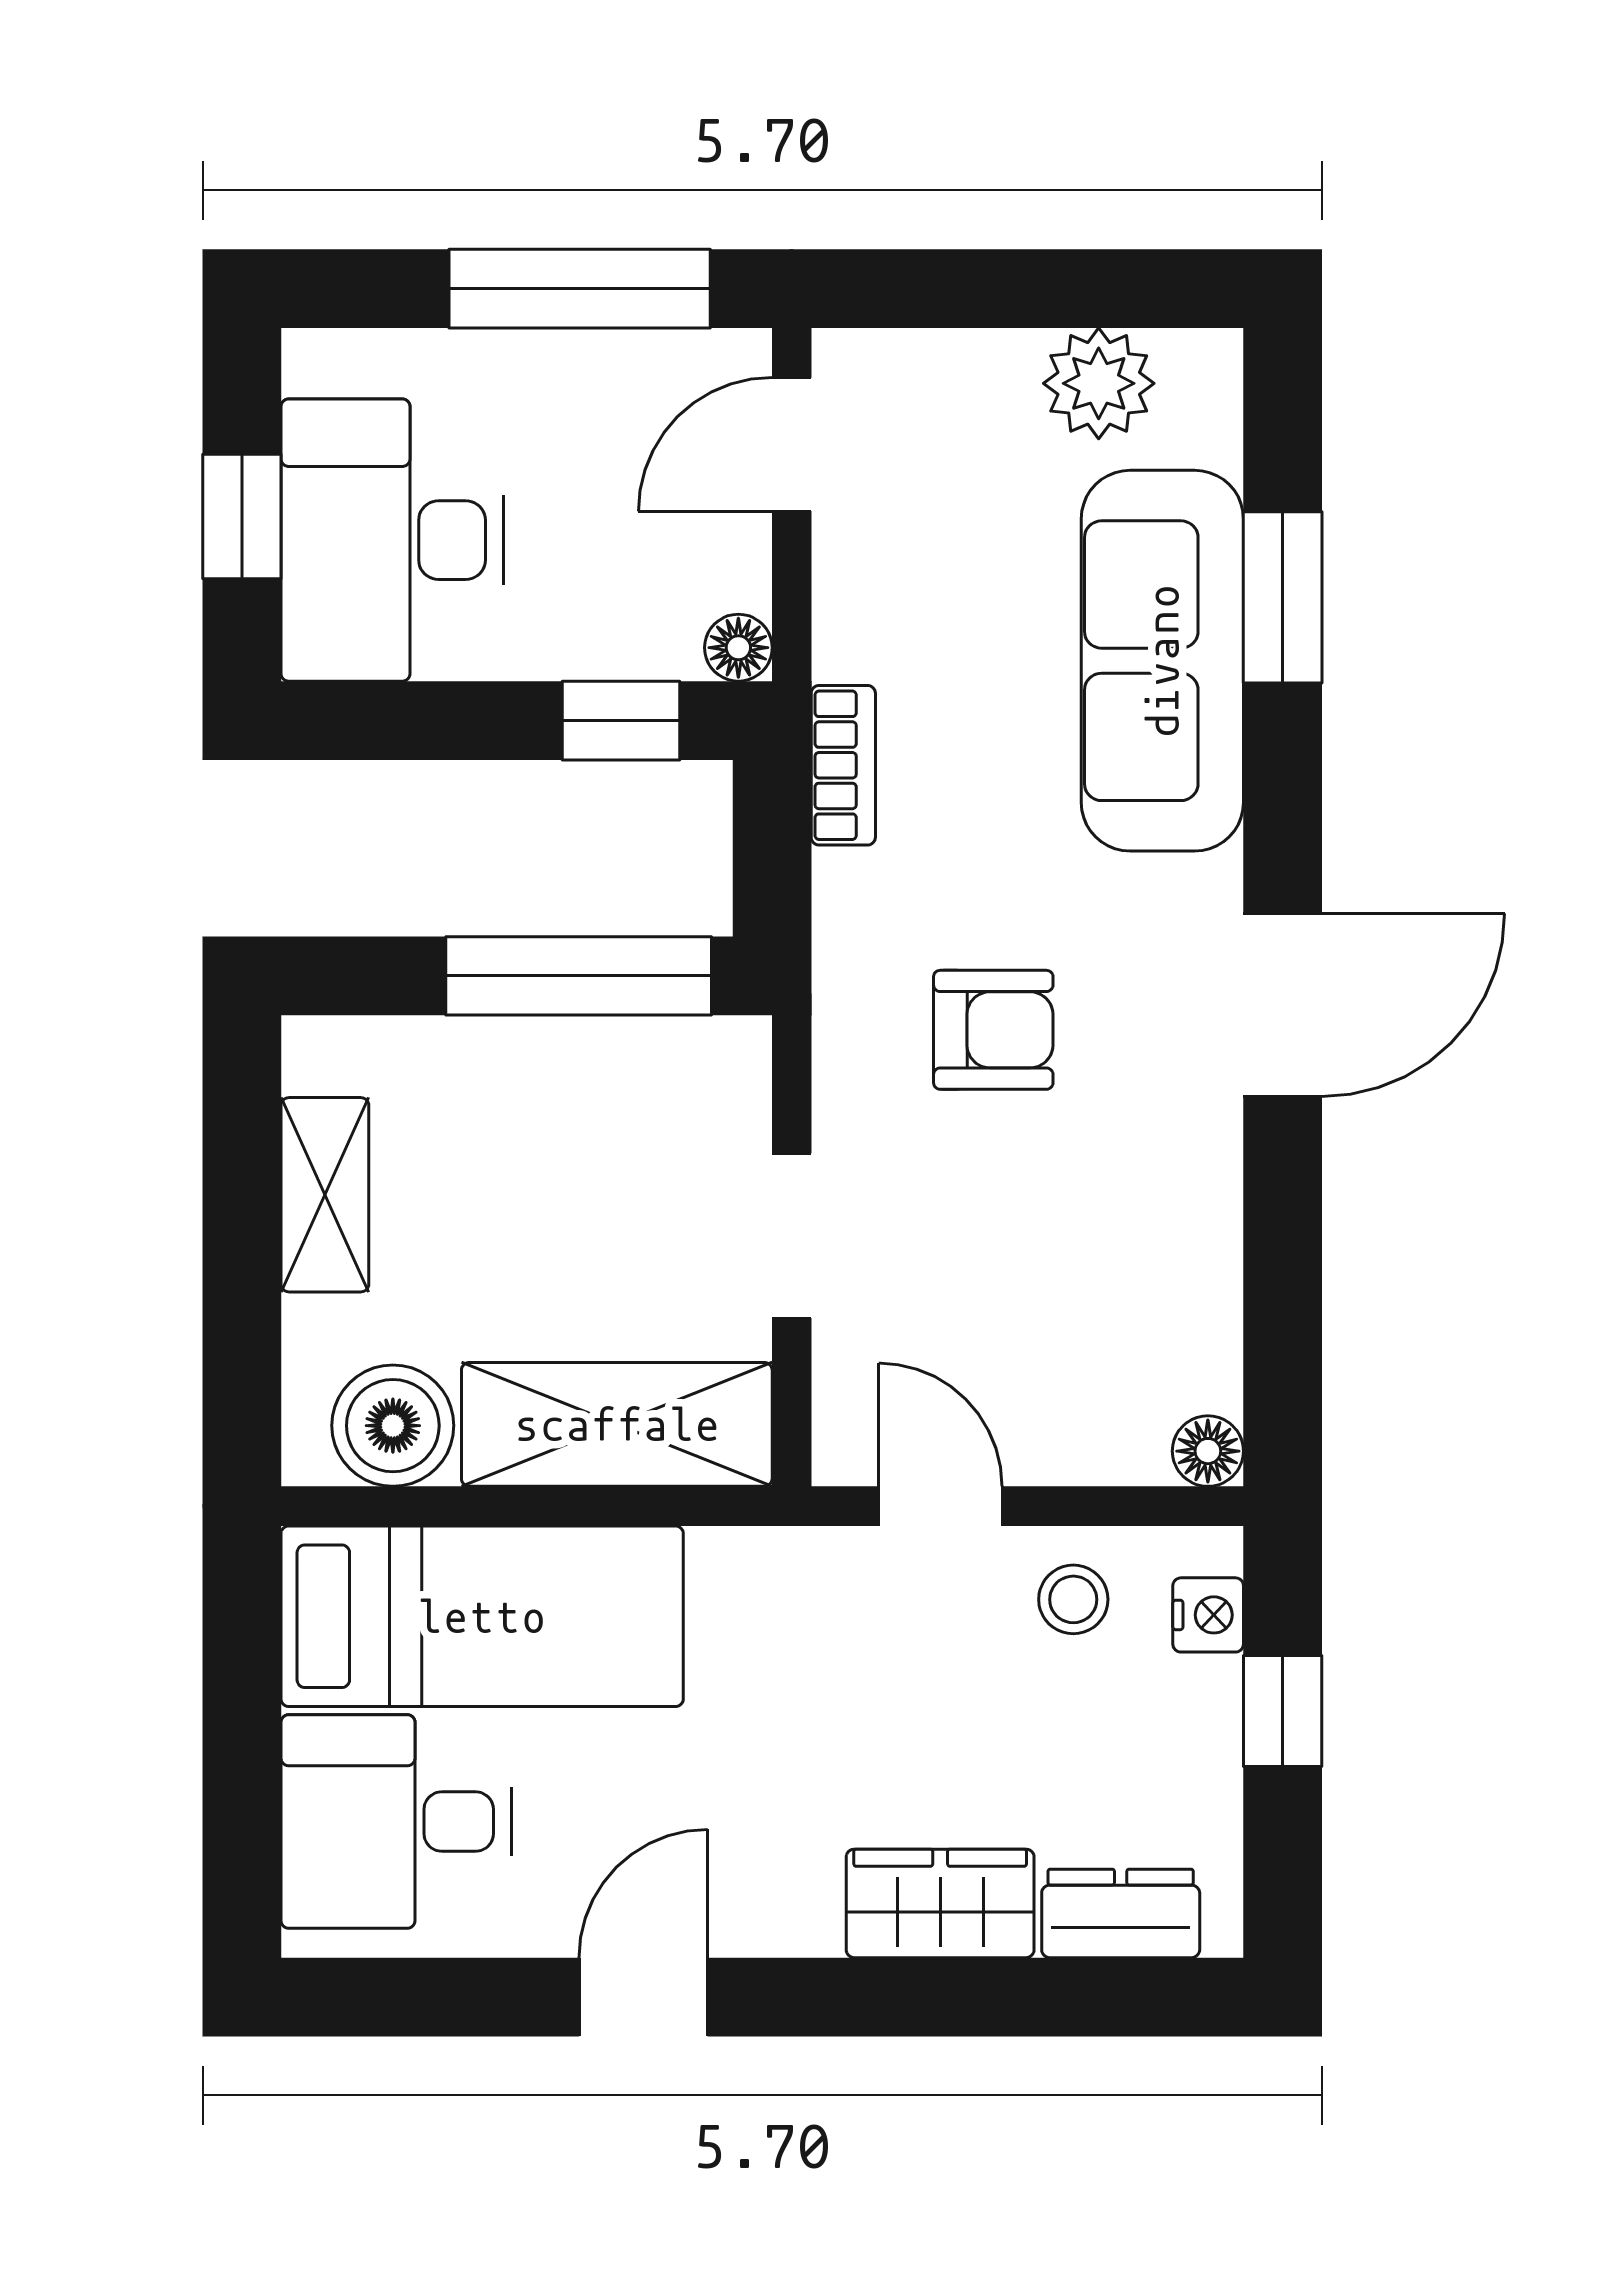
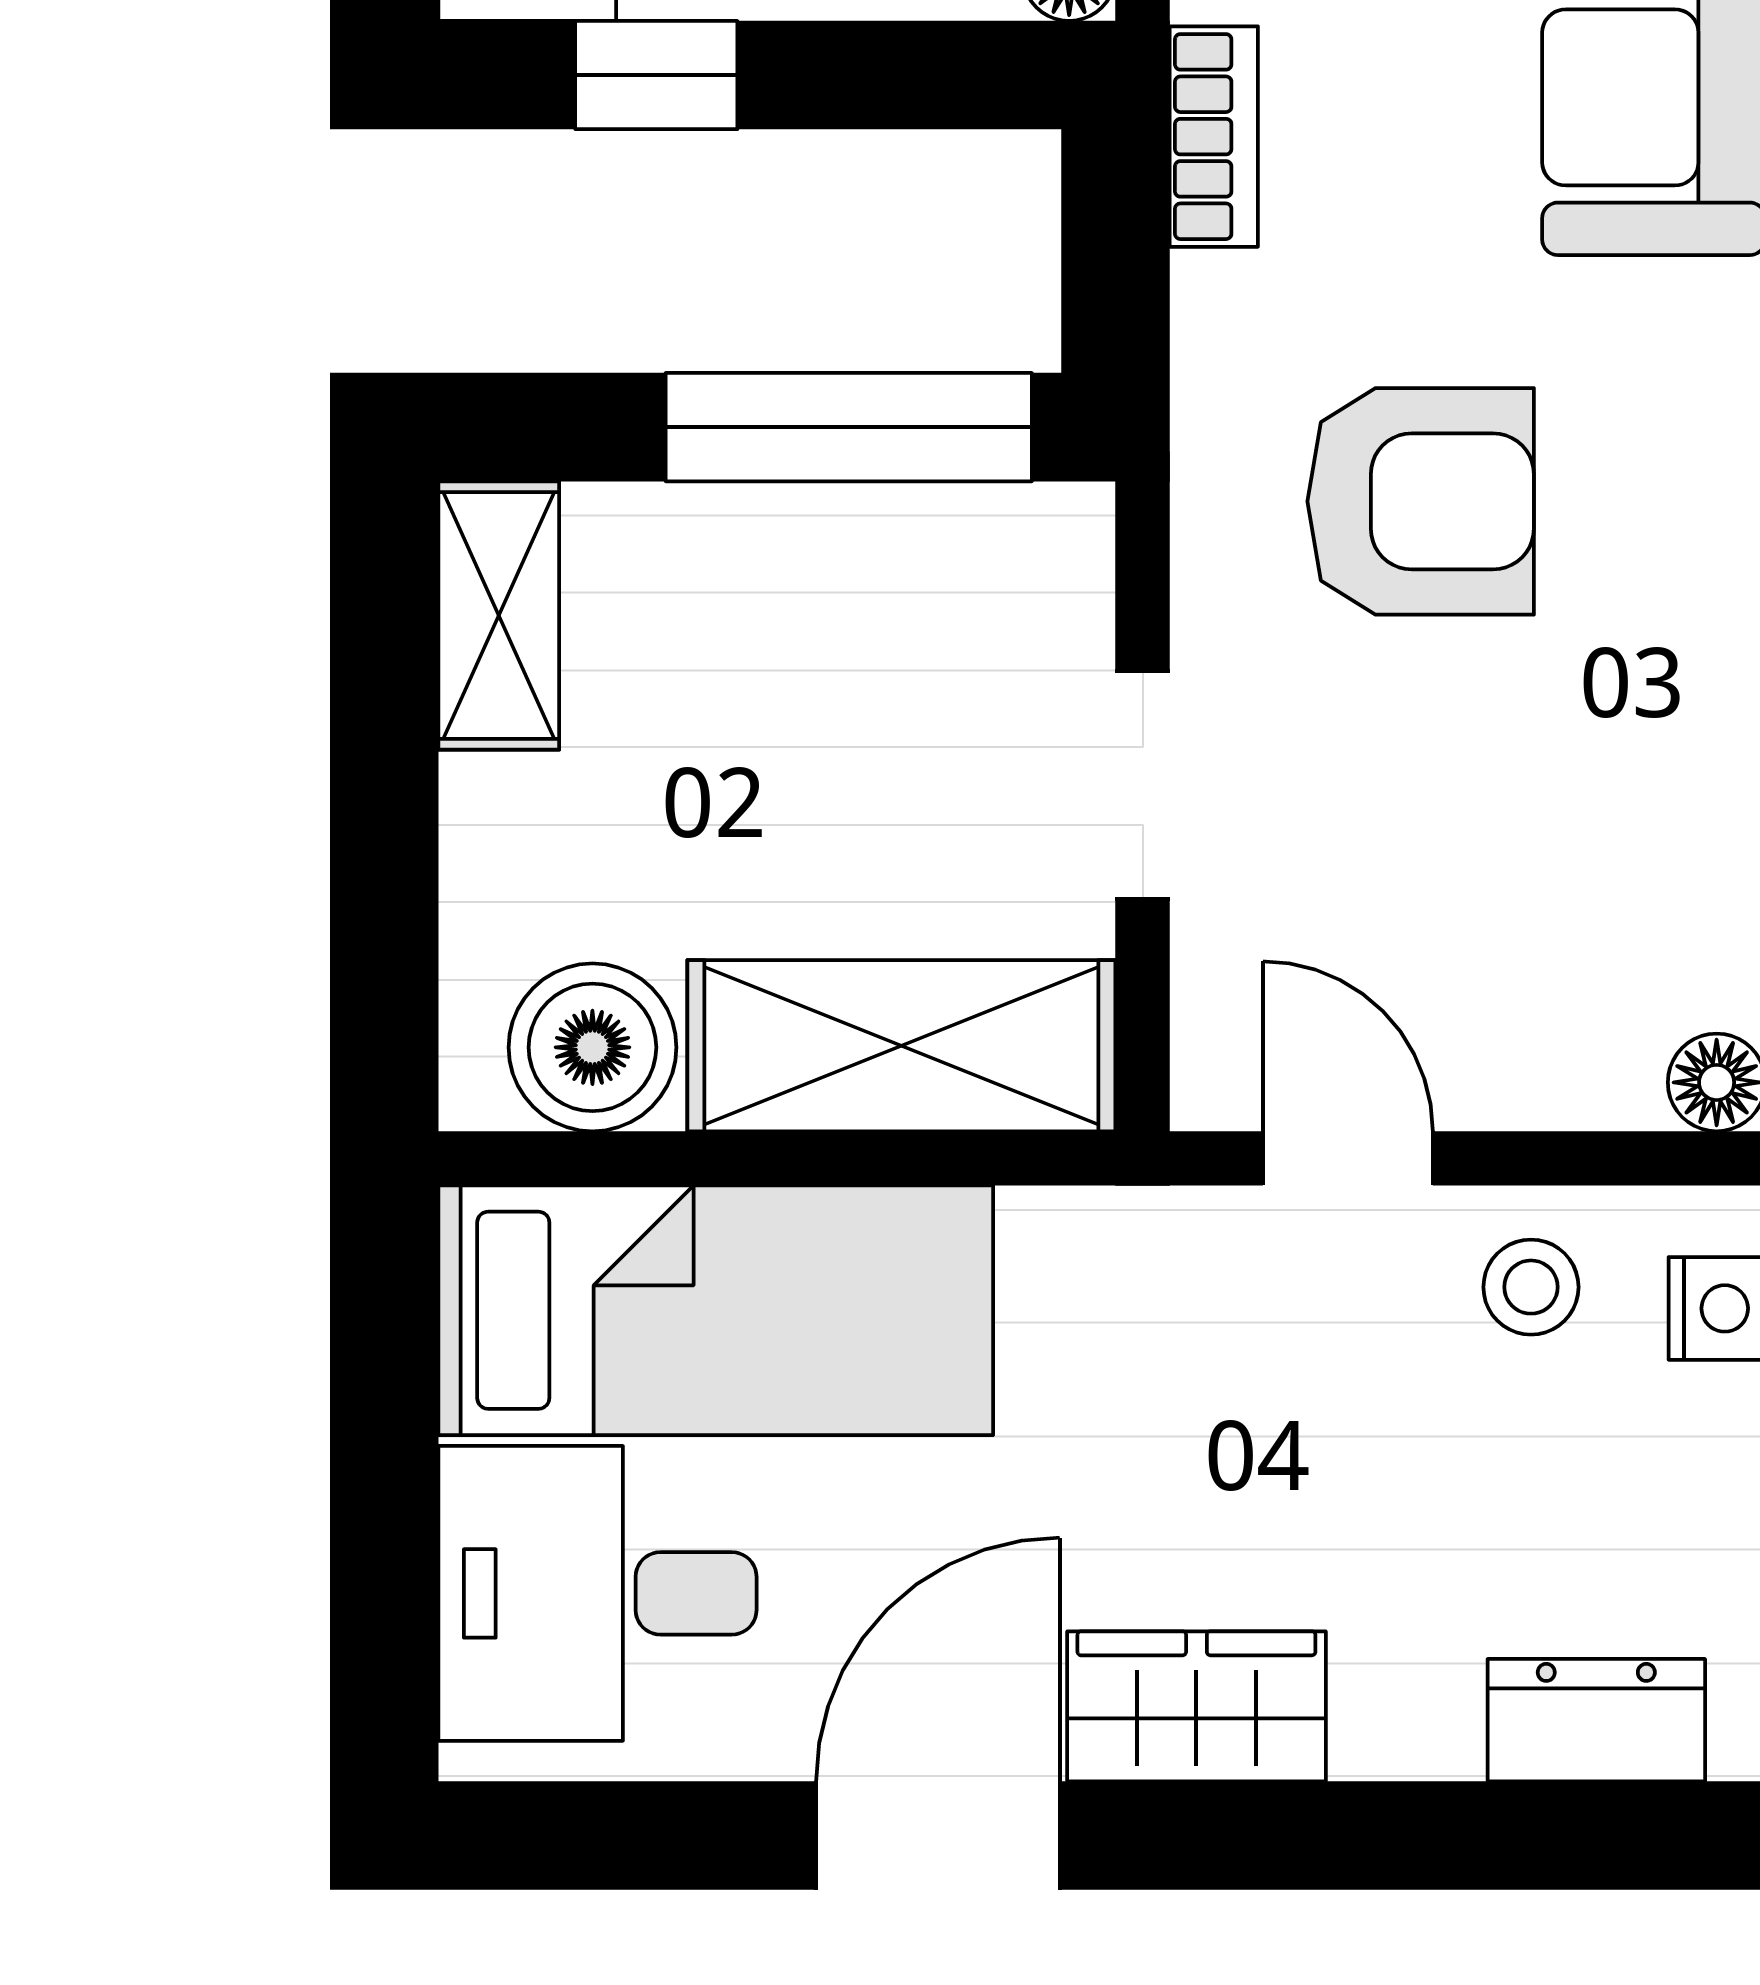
window: (621, 721) -> (656, 75), moved
armchair: (993, 1030) -> (1421, 501), width x1.38, depth x1.38
shelving: (325, 1195) -> (499, 616), moved
wardrobe: (940, 1903) -> (1196, 1706), moved
door: (643, 1997) -> (938, 1835), width x1.38

